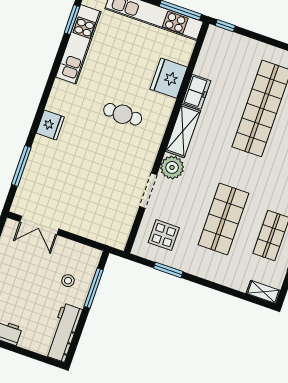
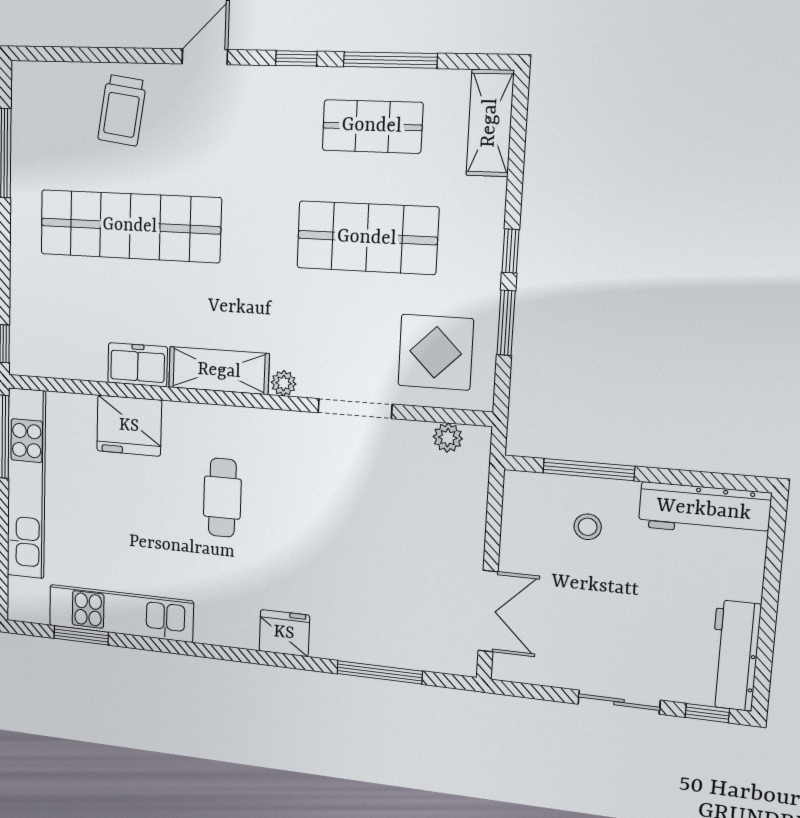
plant: (172, 167) -> (284, 383), width x0.53, depth x0.53
plant: (124, 230) -> (448, 438), added
display table: (164, 235) -> (436, 352), width x1.36, depth x1.36
window: (199, 281) -> (511, 251), added
shelving: (263, 292) -> (490, 123), width x1.50, depth x1.33

